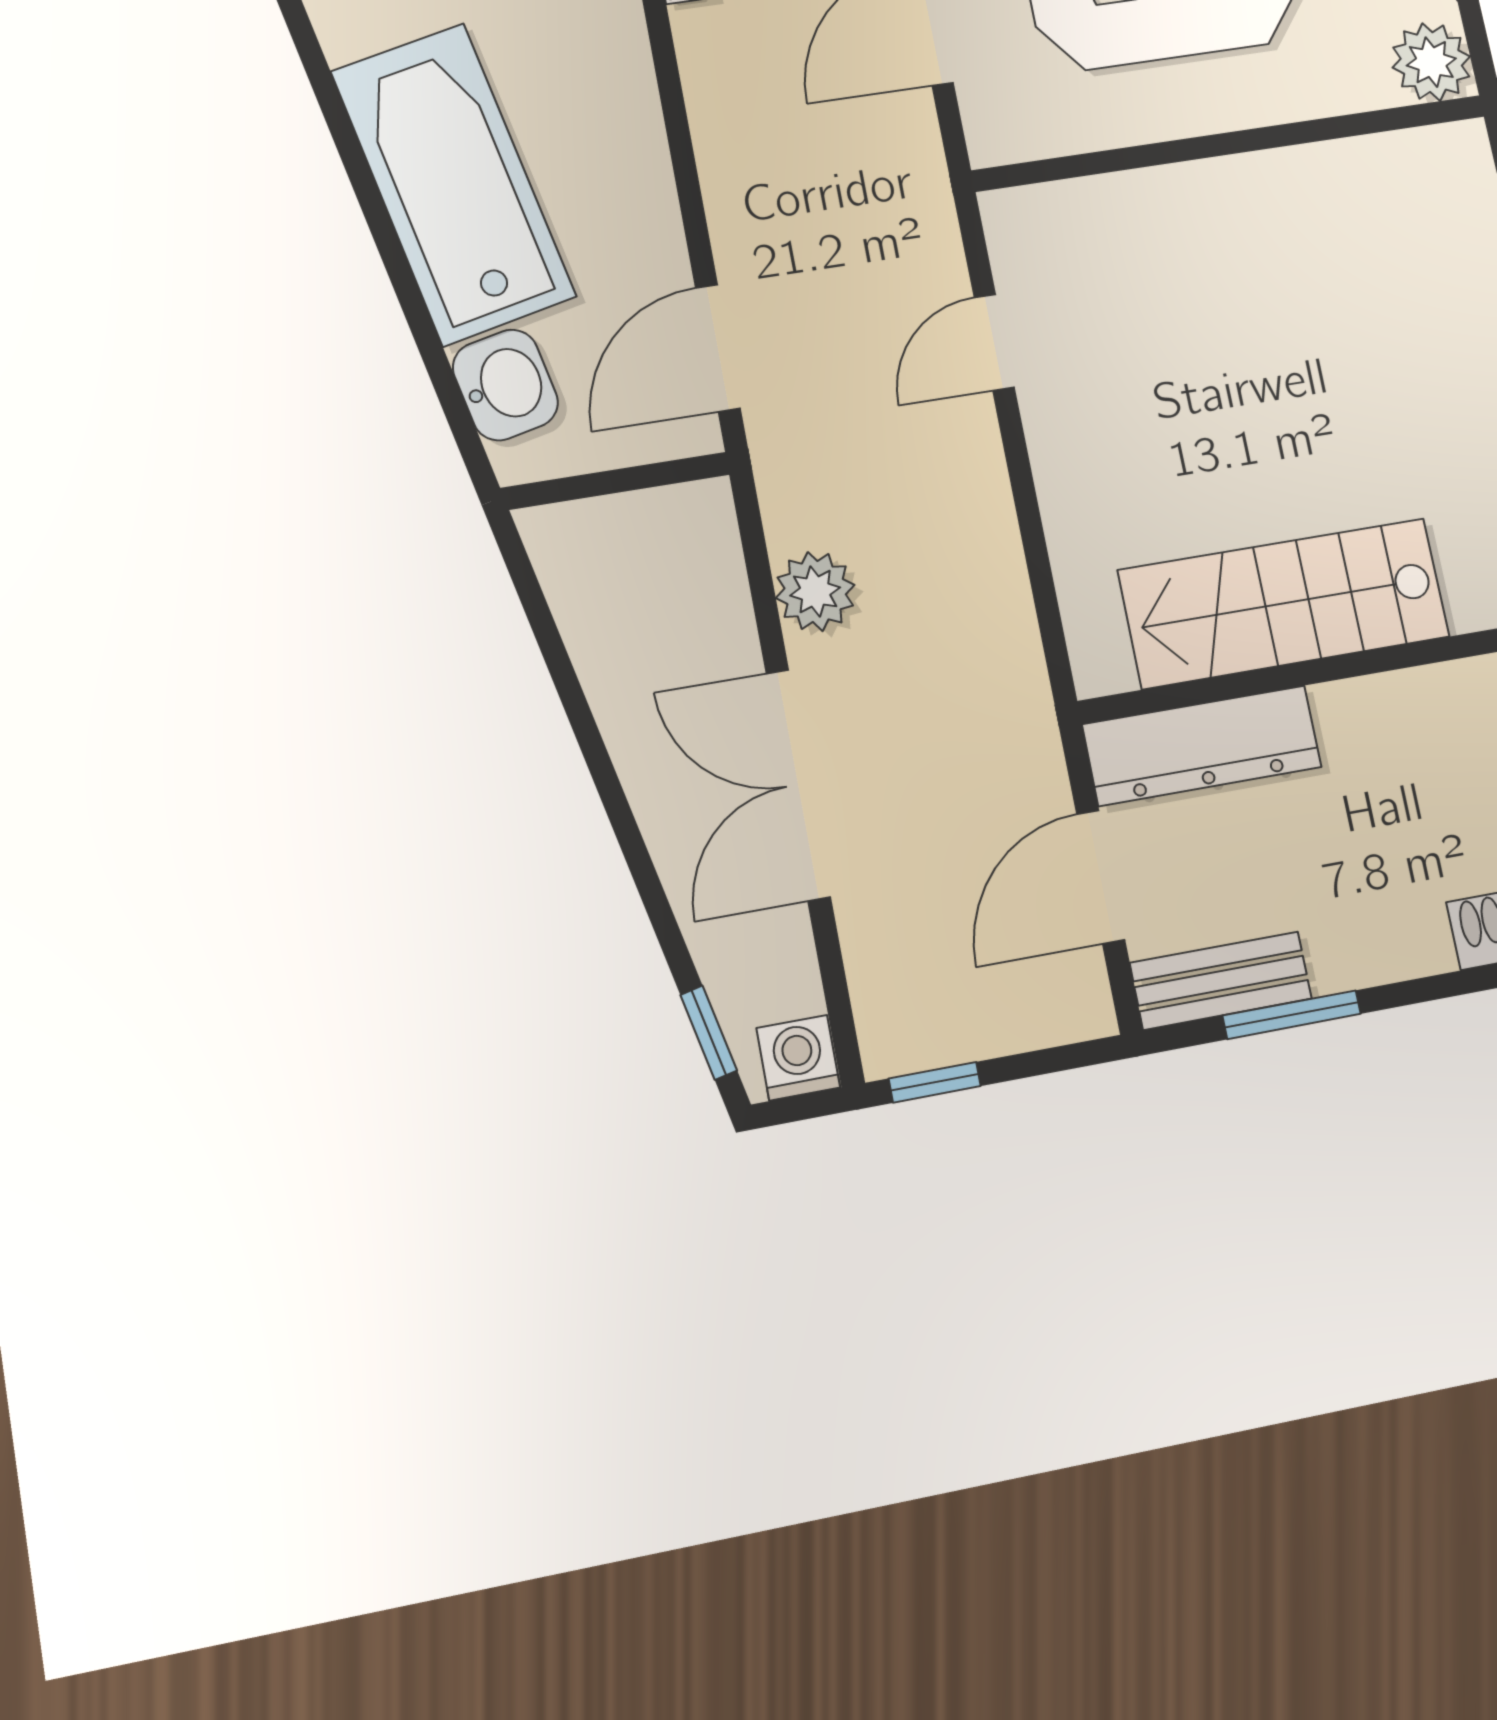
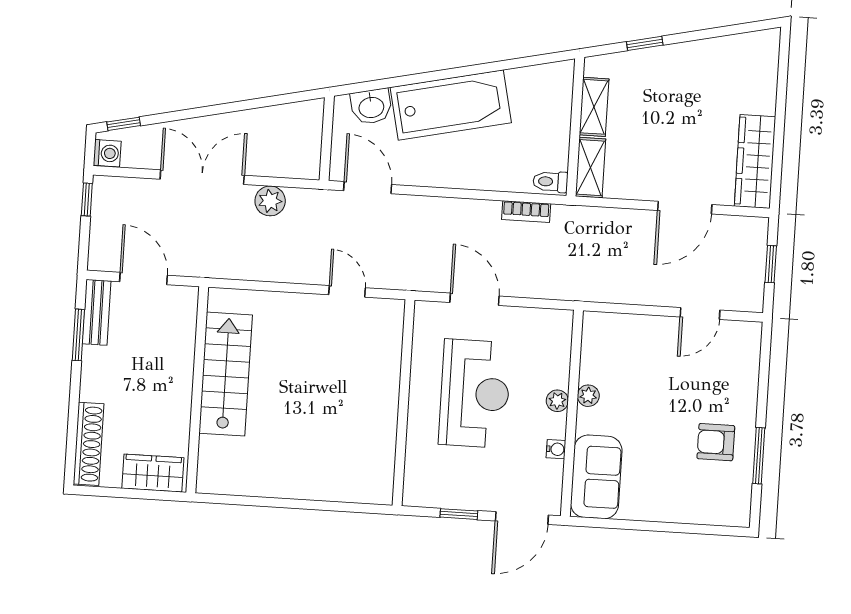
plant: (1431, 62) -> (418, 491), removed
dresser: (1202, 746) -> (181, 329), removed

